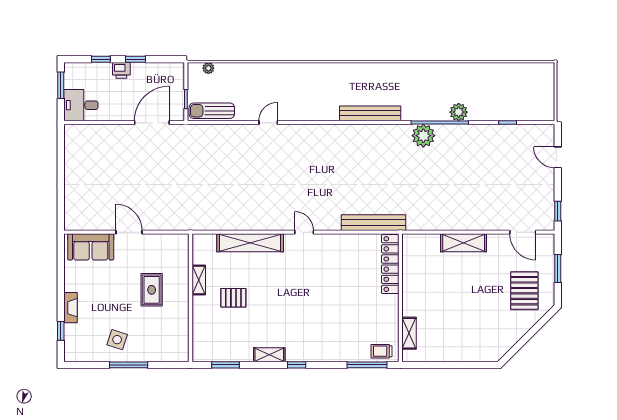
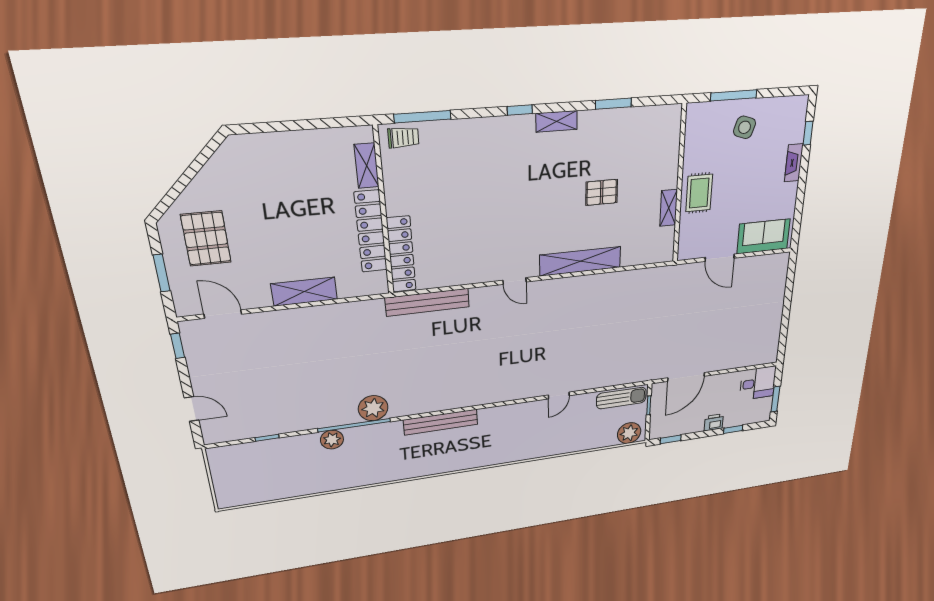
window: (136, 59) -> (671, 439), moved
plant: (208, 68) -> (629, 433), width x1.88, depth x1.88
shelving: (199, 280) -> (669, 208), moved
locker: (411, 284) -> (371, 232), added
wall: (190, 298) -> (680, 185), moved

